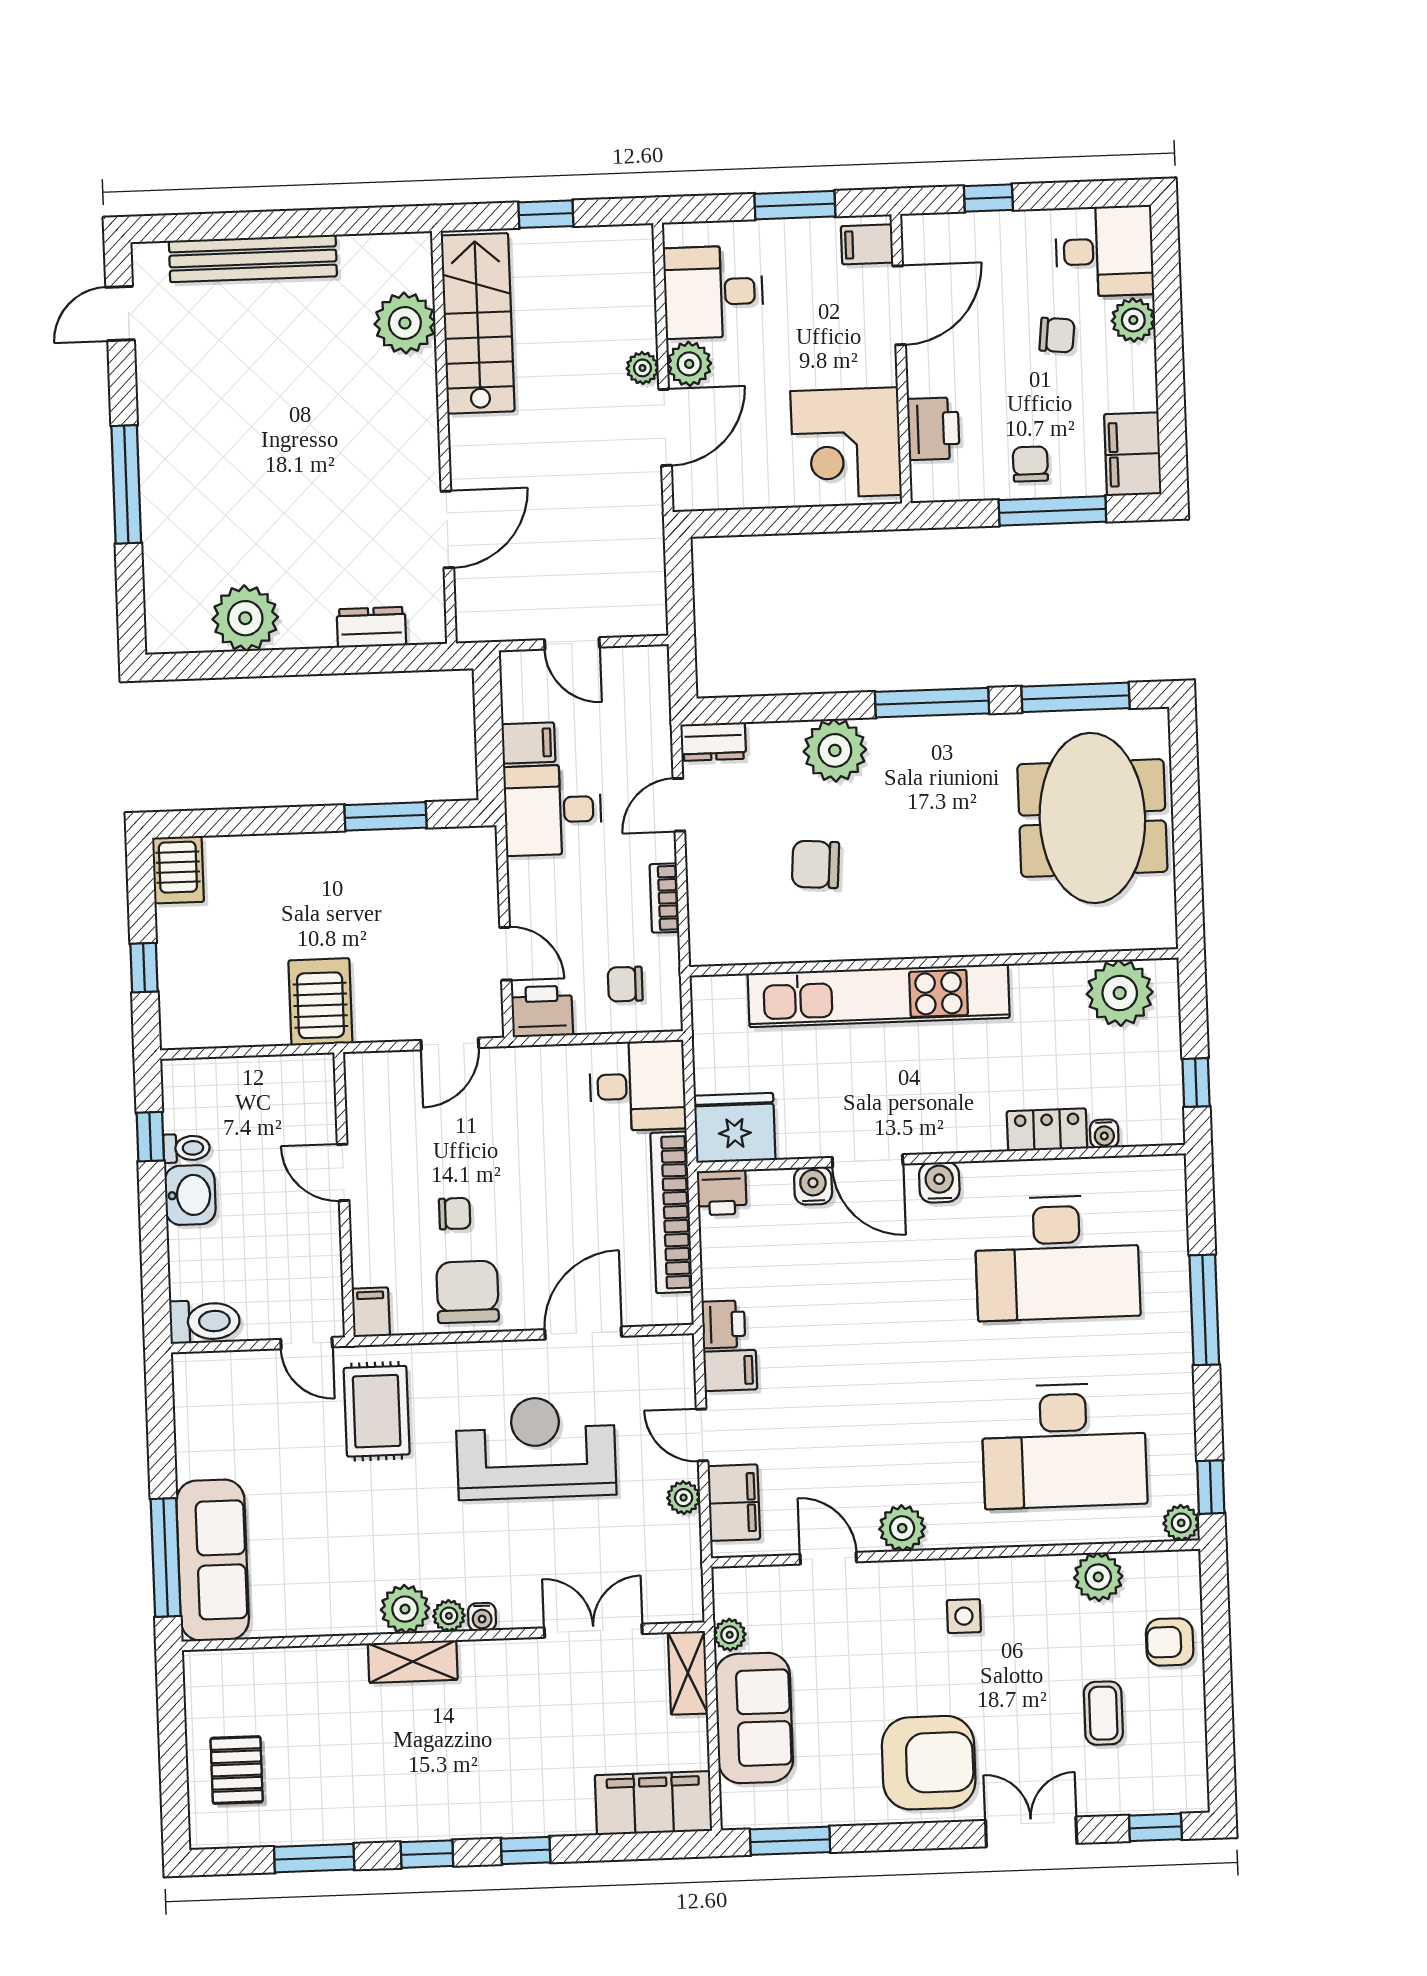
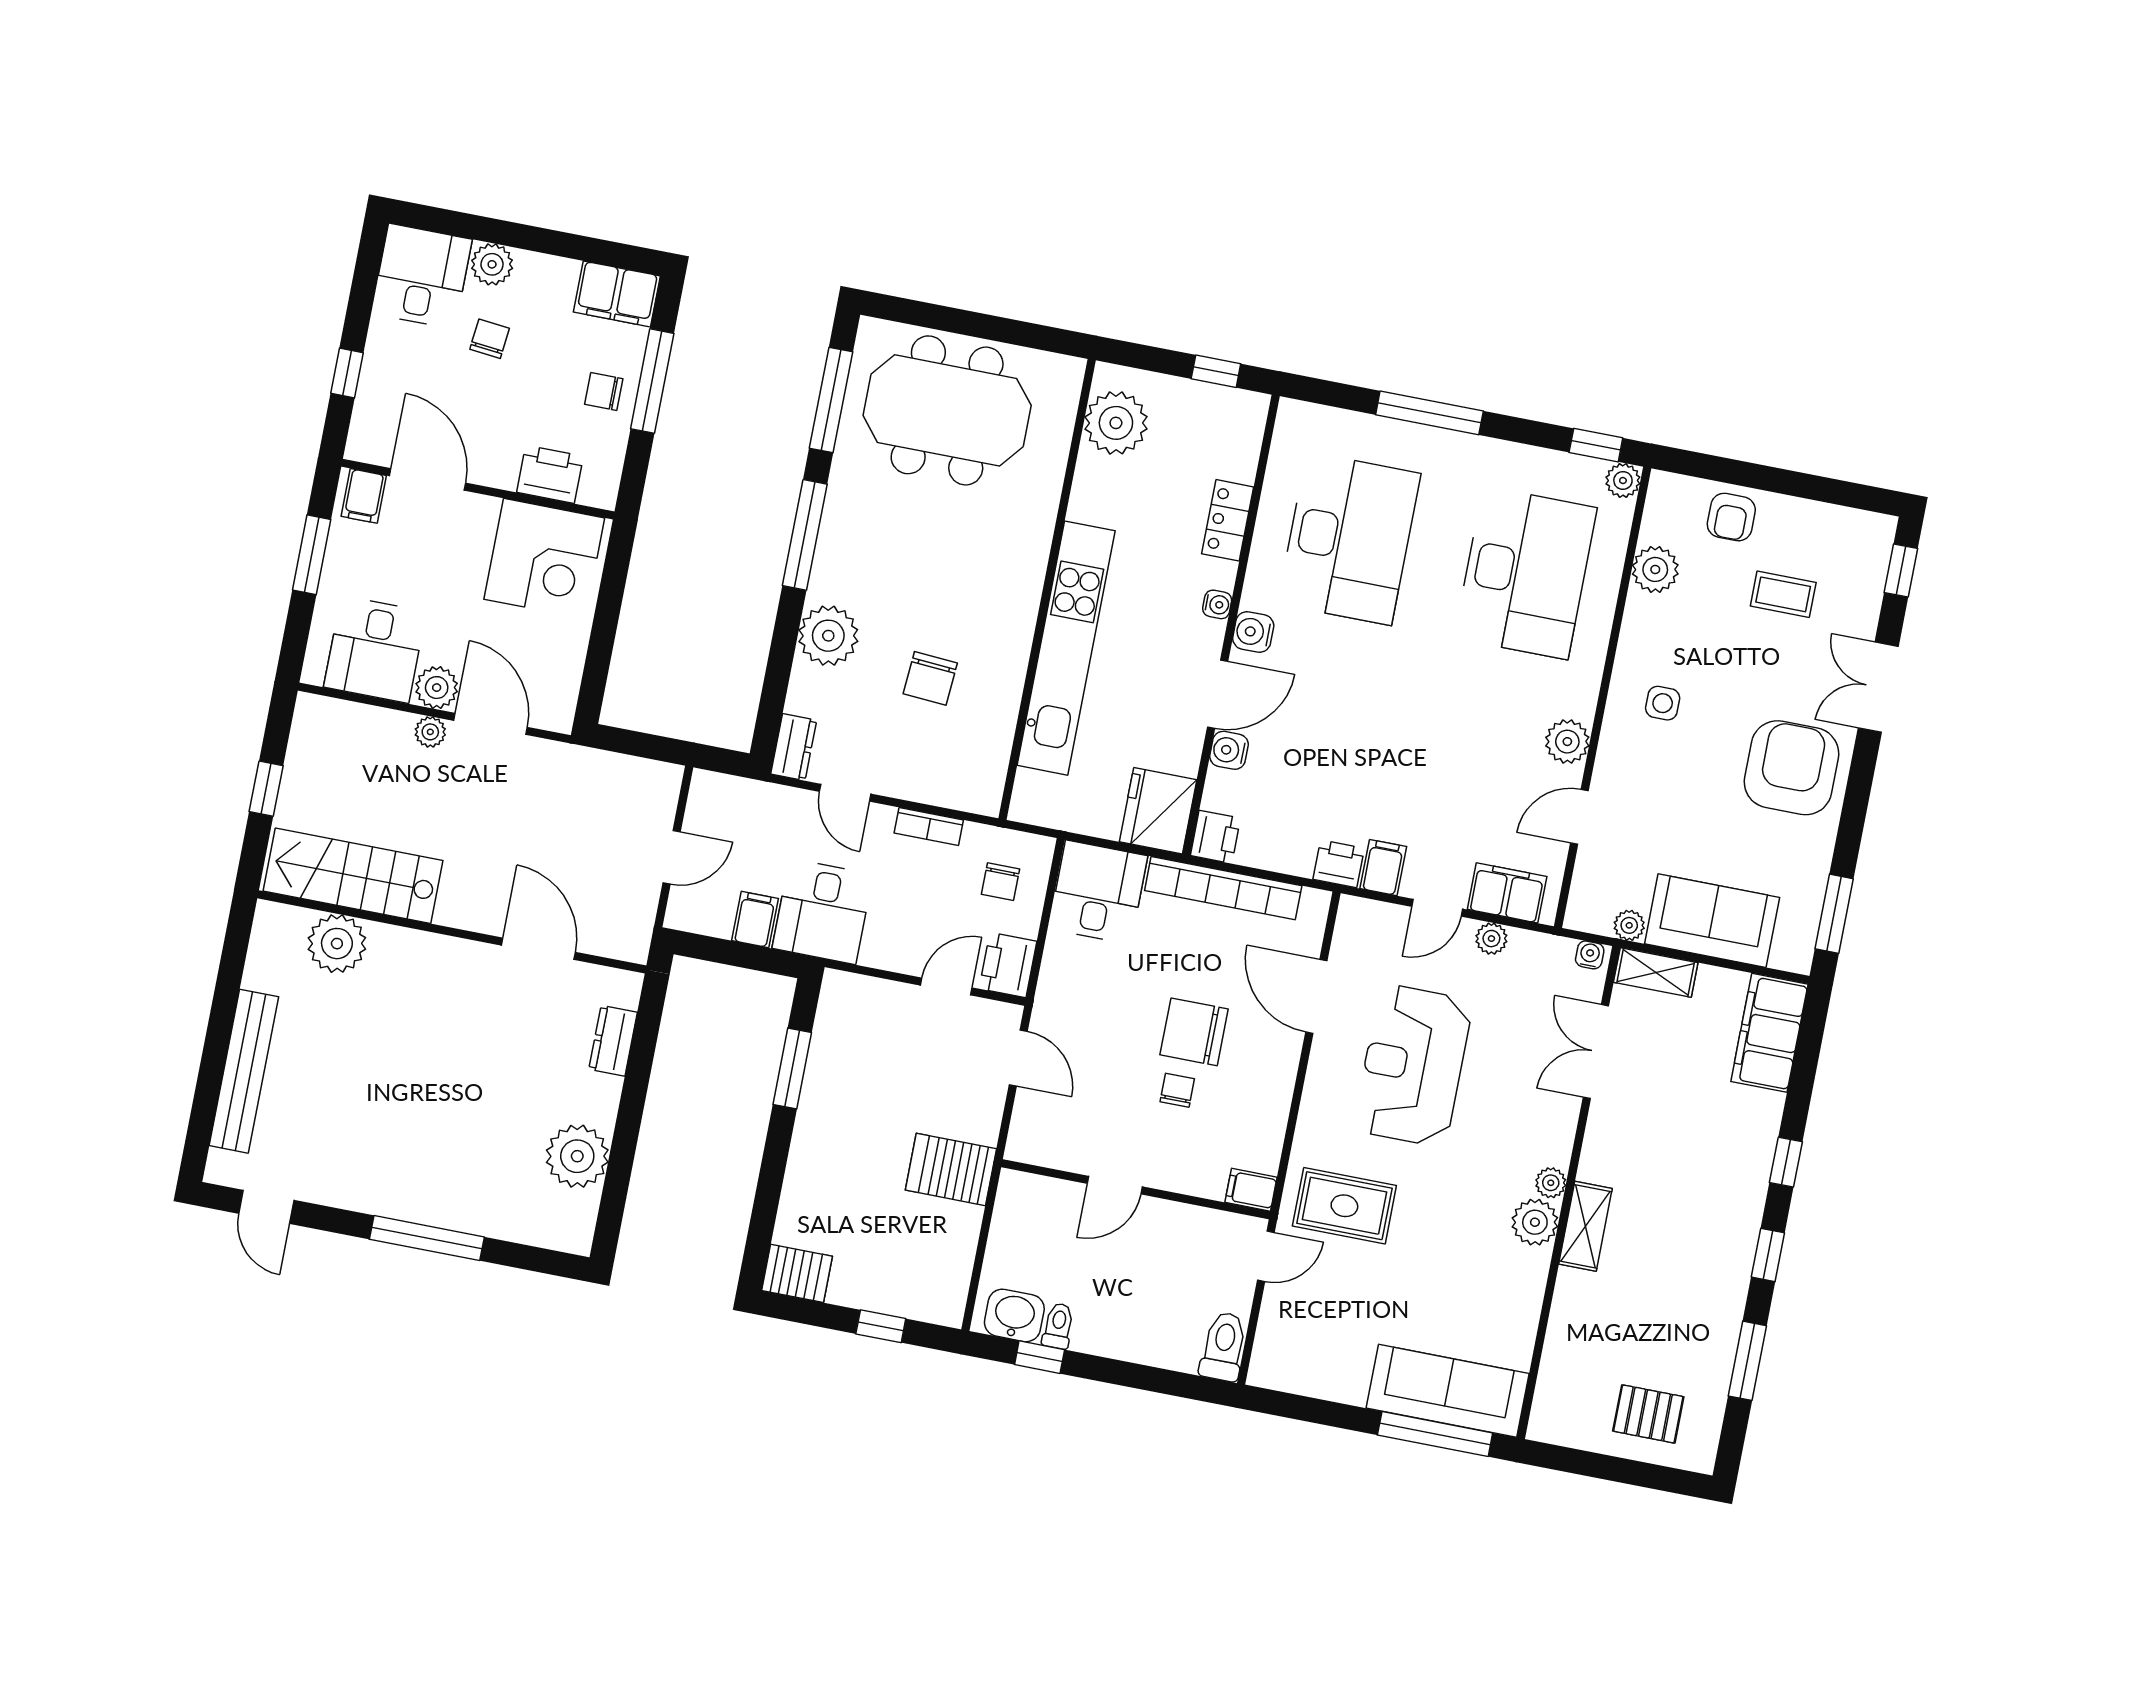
water cooler: (1104, 1134) -> (1217, 604), moved
washbasin: (190, 1195) -> (1014, 1315), moved
chair: (467, 1292) -> (1194, 1032), moved
water cooler: (482, 1617) -> (1590, 955), moved, turned -90

